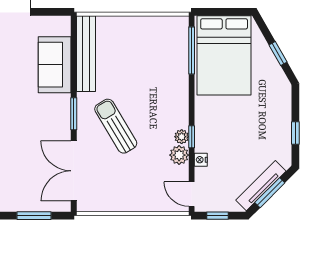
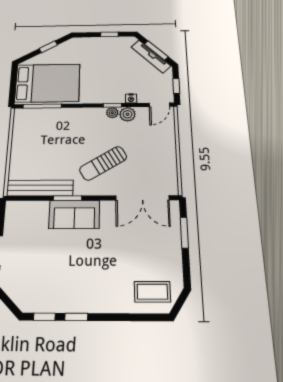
sofa: (55, 65) -> (74, 214), moved
window: (74, 114) -> (68, 198), moved

